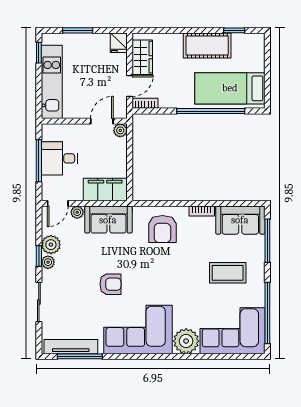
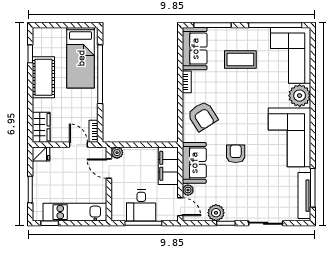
wardrobe: (142, 57) -> (41, 127), moved, turned 90
armchair: (162, 229) -> (202, 116), turned 58
plant: (48, 262) -> (231, 215), removed
coffee table: (228, 273) -> (240, 59), turned 90
armchair: (110, 284) -> (236, 154), moved

